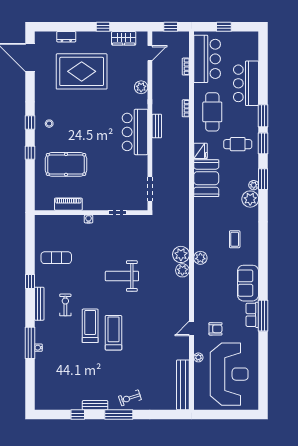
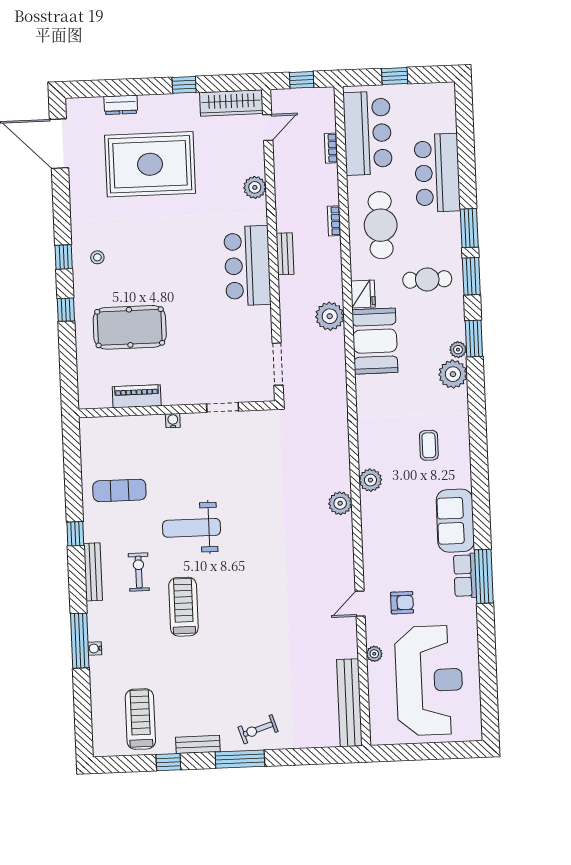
wardrobe: (124, 38) -> (231, 103), width x1.50
plant: (181, 254) -> (330, 316), moved
weight bench: (122, 276) -> (192, 528), moved
treadmill: (113, 333) -> (140, 719), moved

